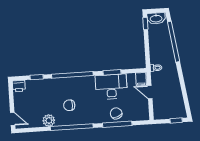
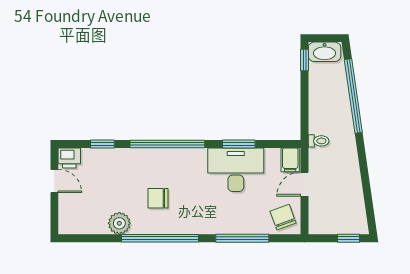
door: (150, 92) -> (304, 184), hinge flipped
chair: (116, 113) -> (283, 217), moved
door: (13, 119) -> (54, 181), moved

